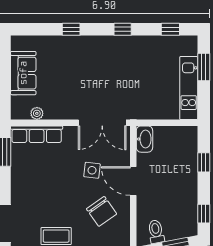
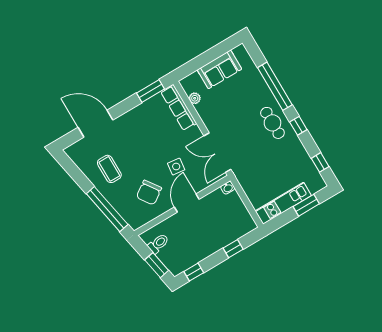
window: (71, 29) -> (275, 86), width x3.17
cafe table: (105, 53) -> (272, 123), added
washbasin: (144, 139) -> (228, 188), width x0.52, depth x0.69

